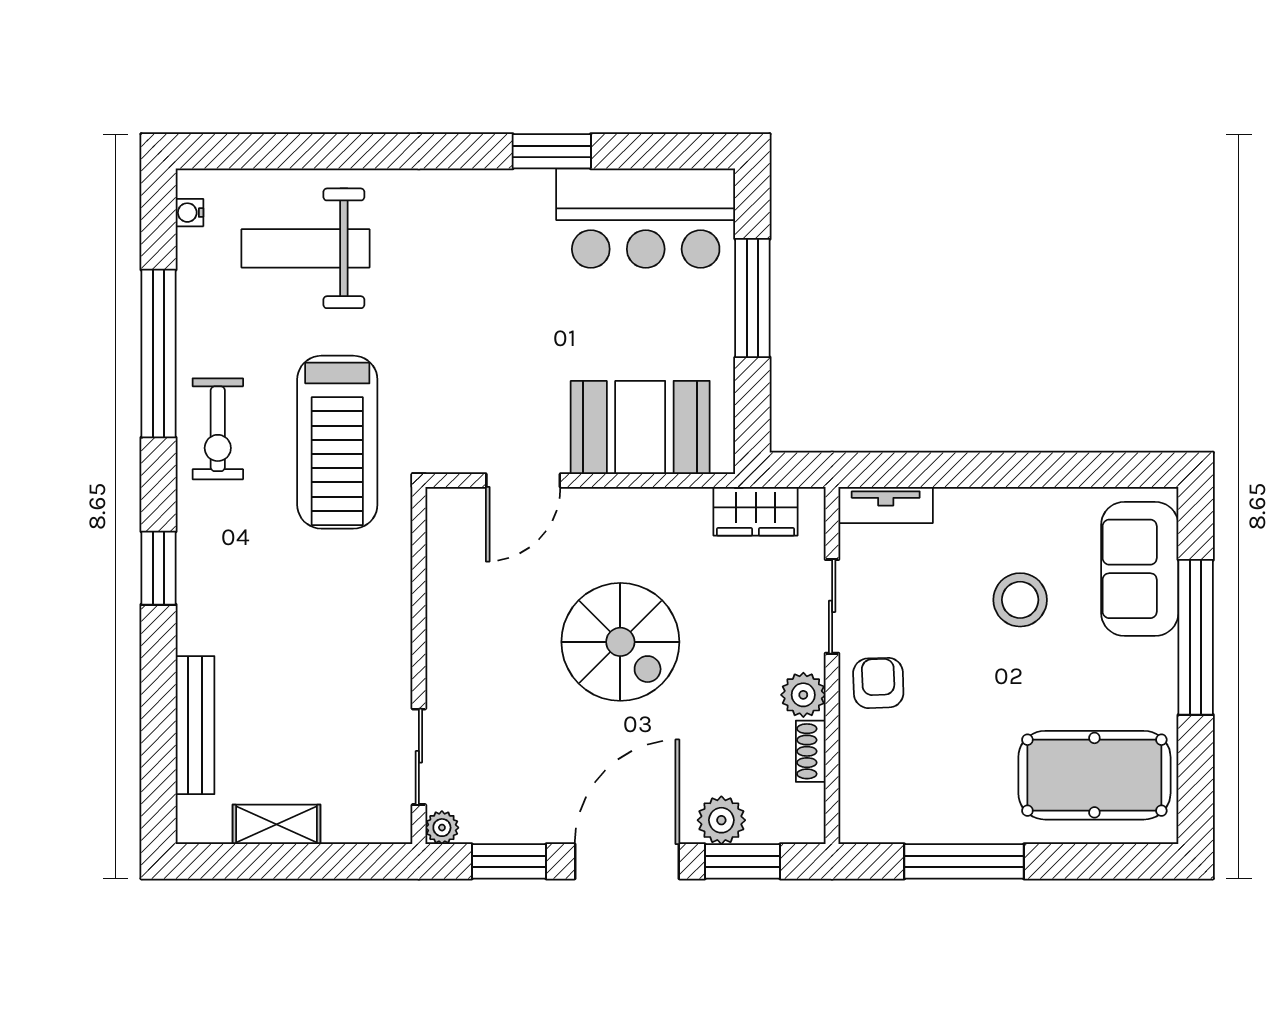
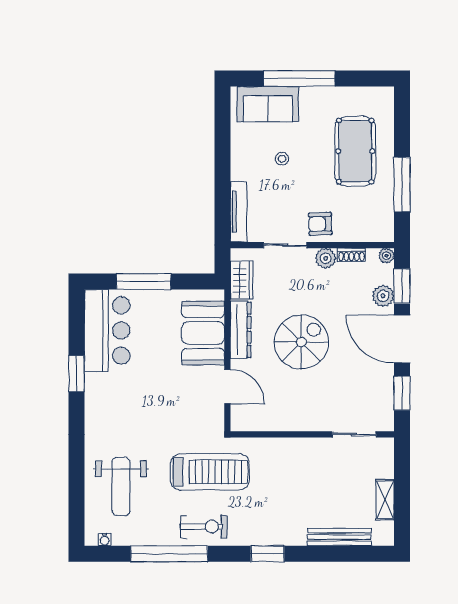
tv unit: (886, 505) -> (239, 212), width x1.41
dresser: (647, 509) -> (241, 330), added
stool: (1020, 600) -> (282, 159), width x0.53, depth x0.53
pool table: (1094, 775) -> (355, 151), moved
plant: (442, 828) -> (386, 256), moved

